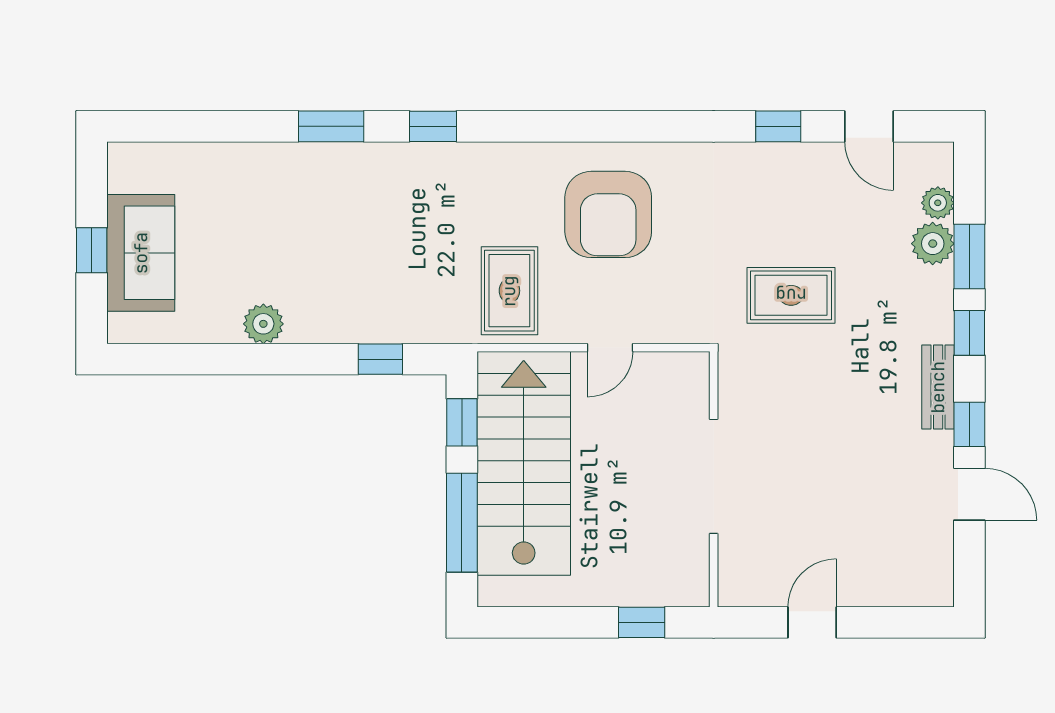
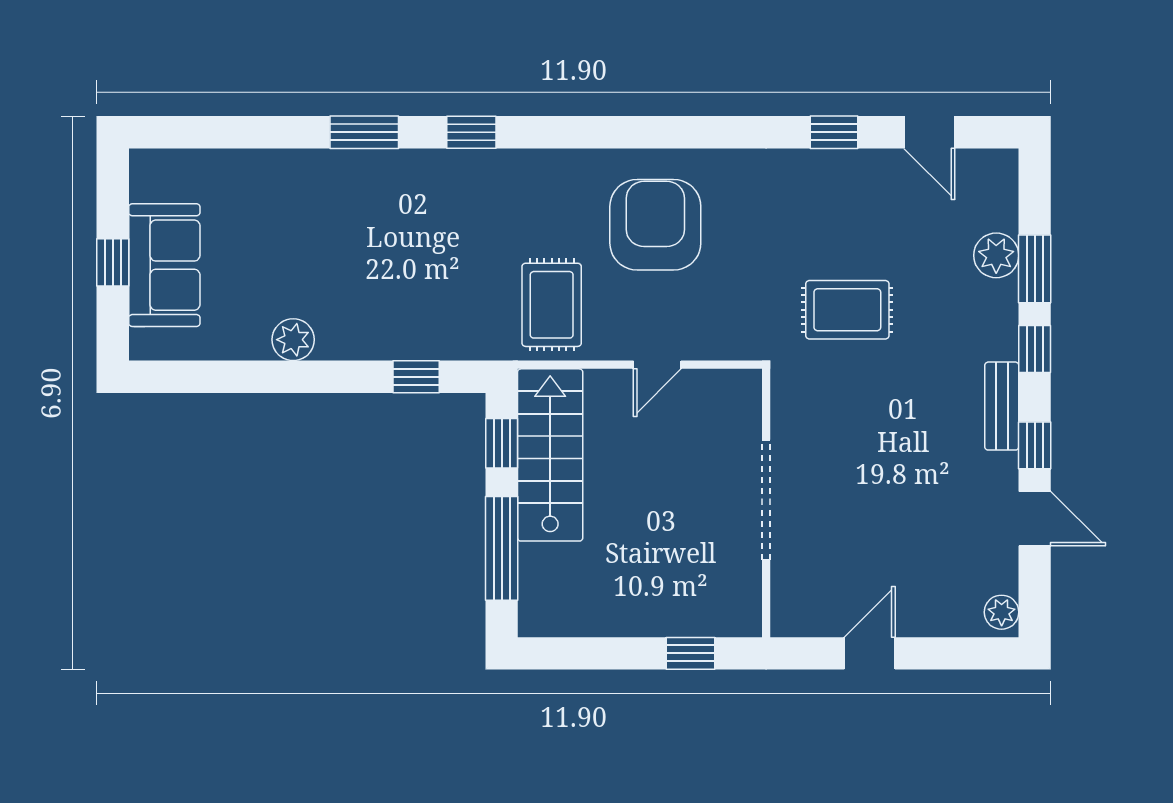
plant: (938, 203) -> (1002, 612), moved
armchair: (608, 214) -> (655, 225), turned 180
stairs: (524, 463) -> (550, 455), width x0.73, depth x0.66

